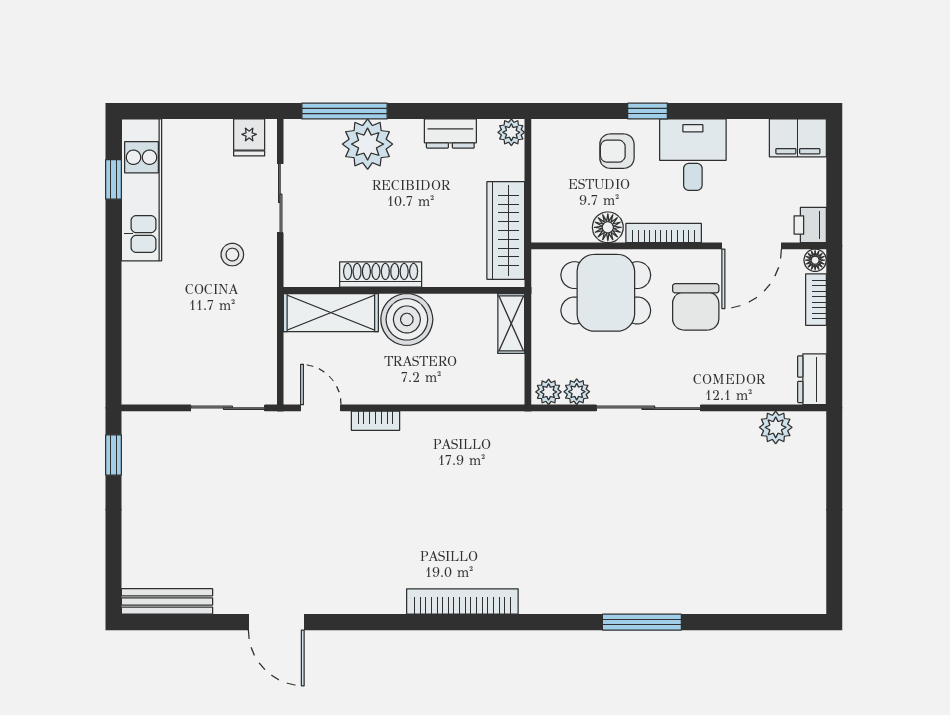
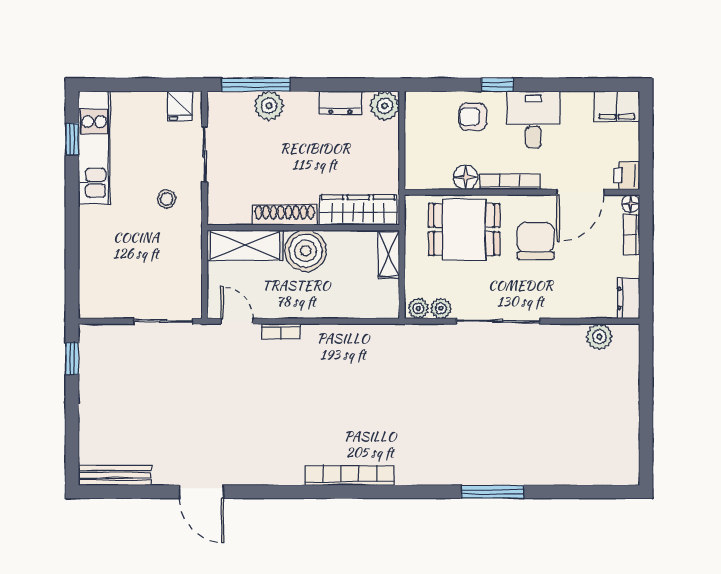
plant: (511, 132) -> (385, 106), width x1.38, depth x1.38
plant: (368, 144) -> (269, 106), width x0.73, depth x0.73
wardrobe: (506, 231) -> (358, 210), moved, turned 90
chair: (696, 307) -> (536, 241), turned 180

